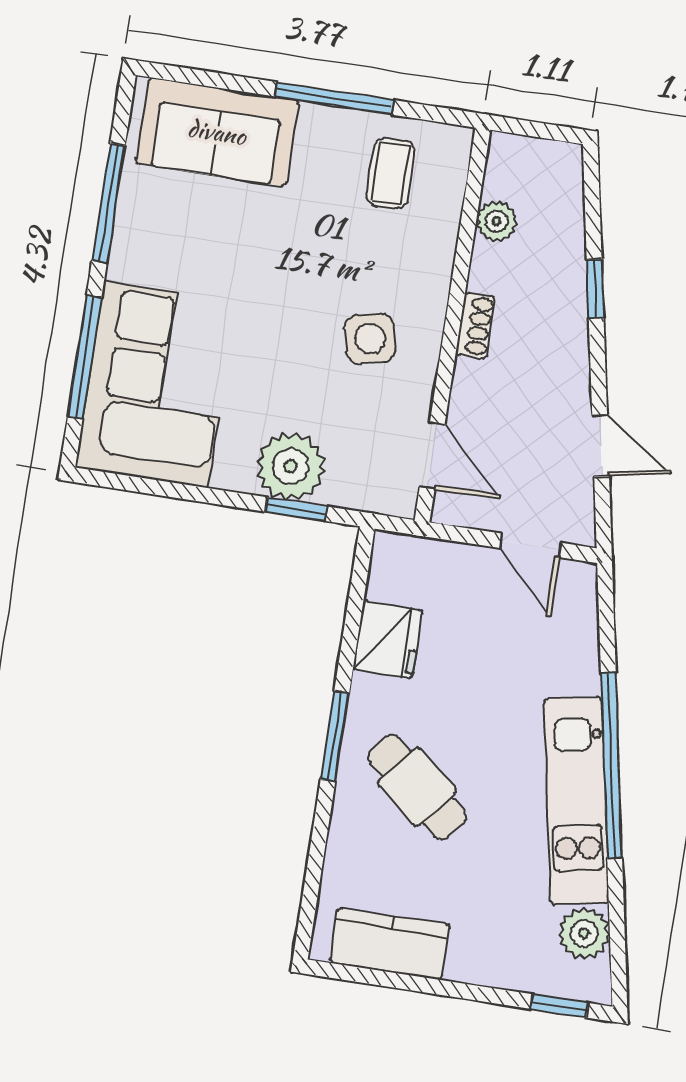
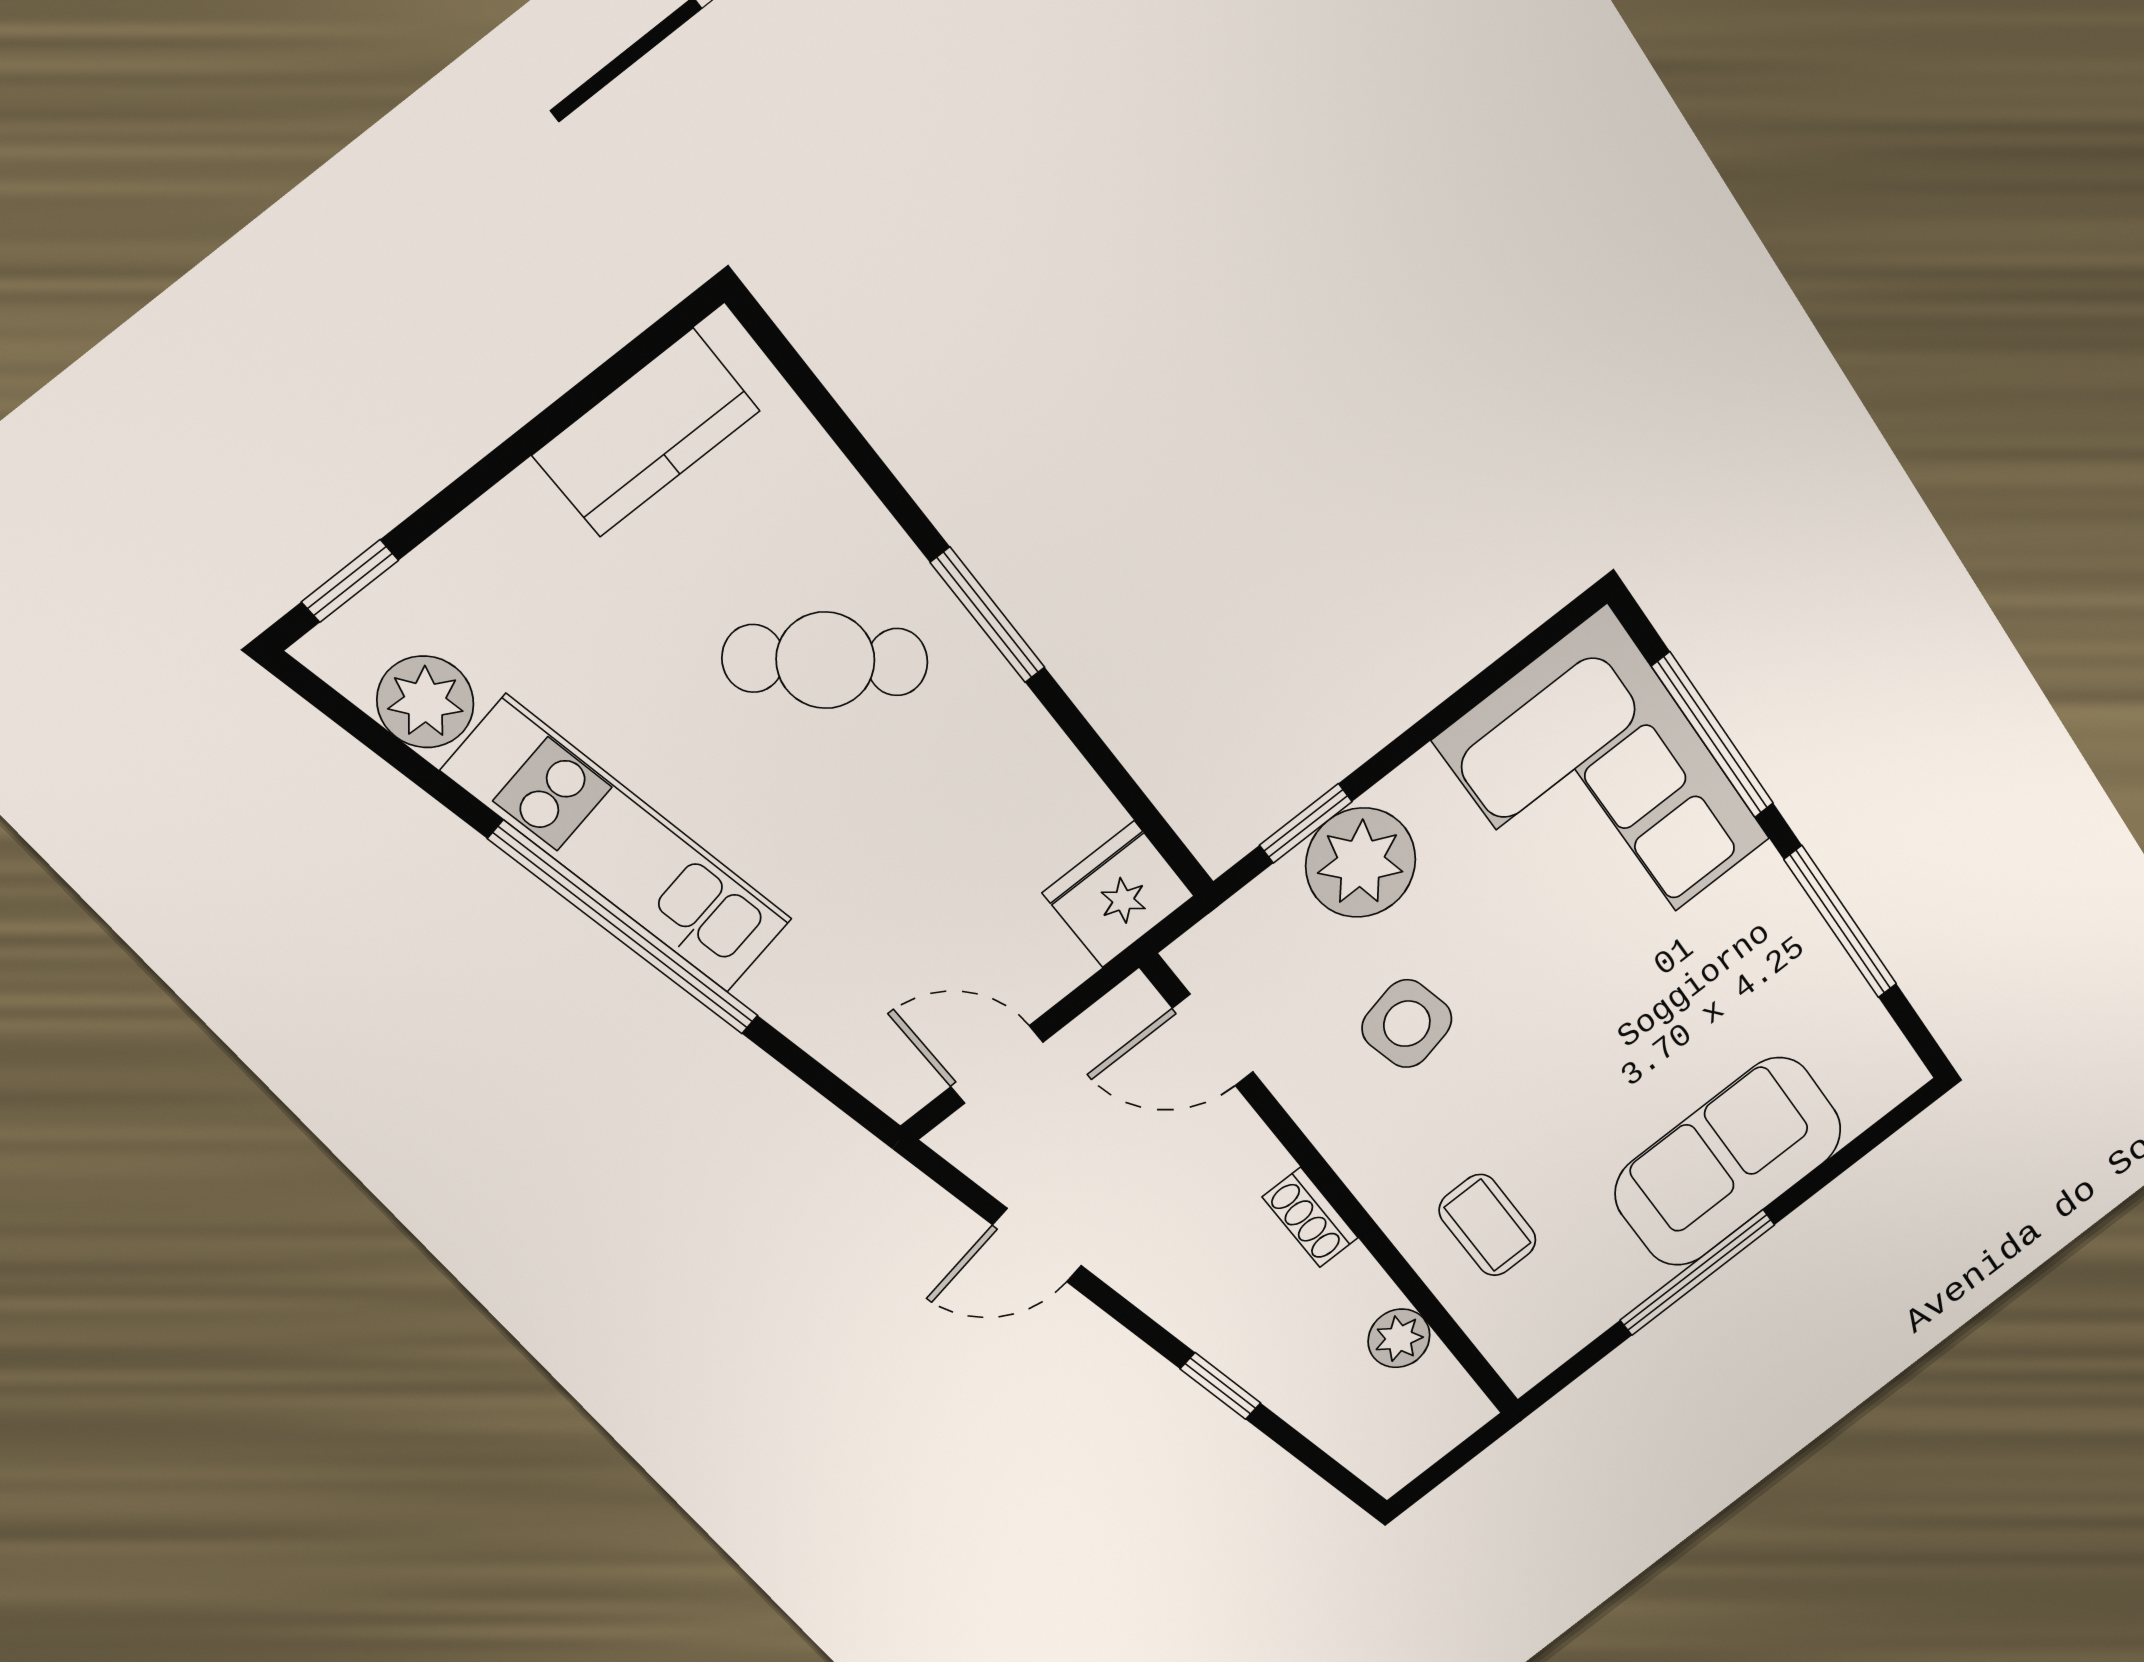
sofa: (217, 132) -> (1728, 1162), moved
coffee table: (391, 173) -> (1488, 1225), moved
side table: (370, 339) -> (1407, 1024), moved
fridge: (388, 640) -> (1118, 894), moved, turned 90

